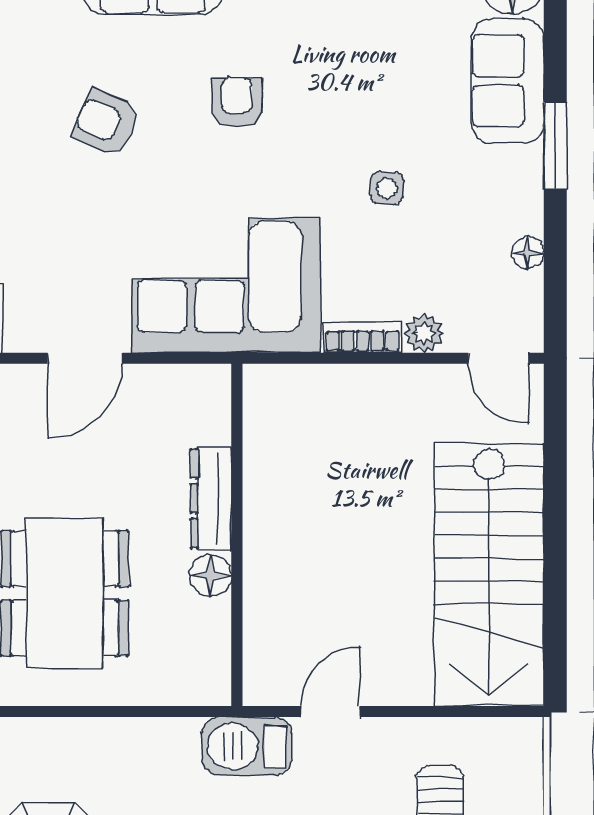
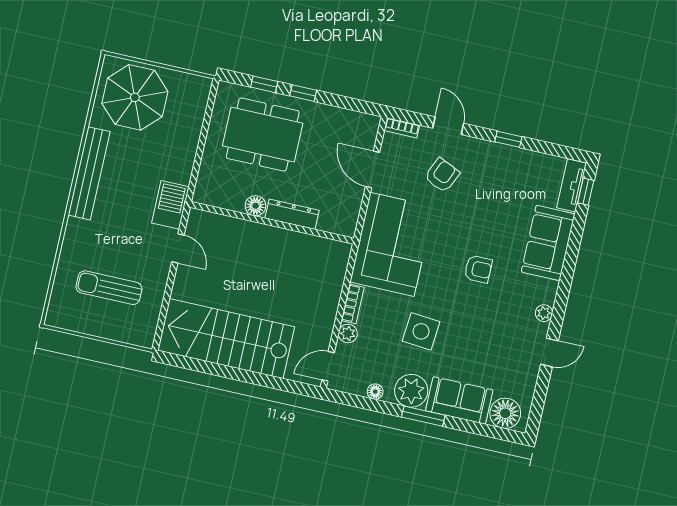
armchair: (106, 123) -> (442, 175), moved
plant: (510, 181) -> (411, 391), added
side table: (387, 188) -> (421, 331), width x1.87, depth x1.87

